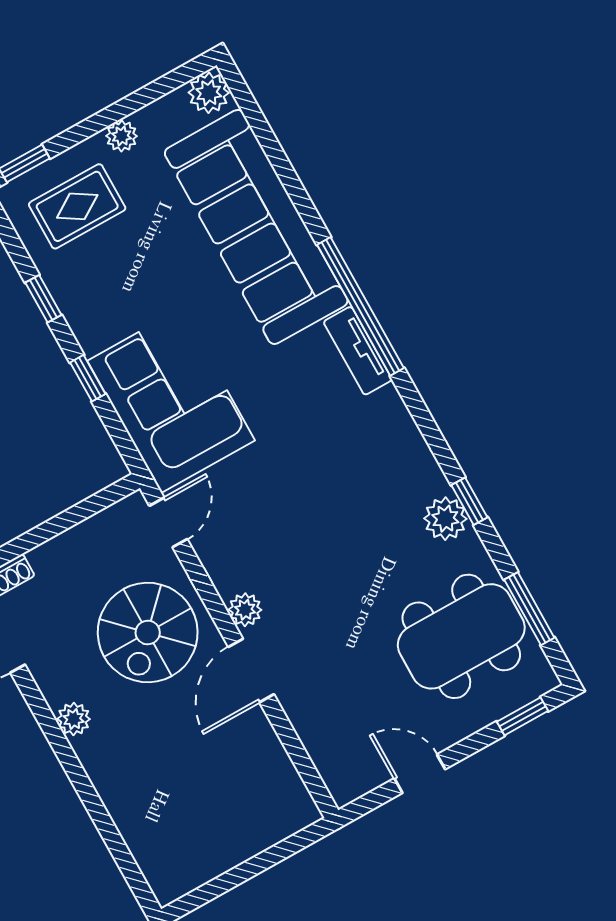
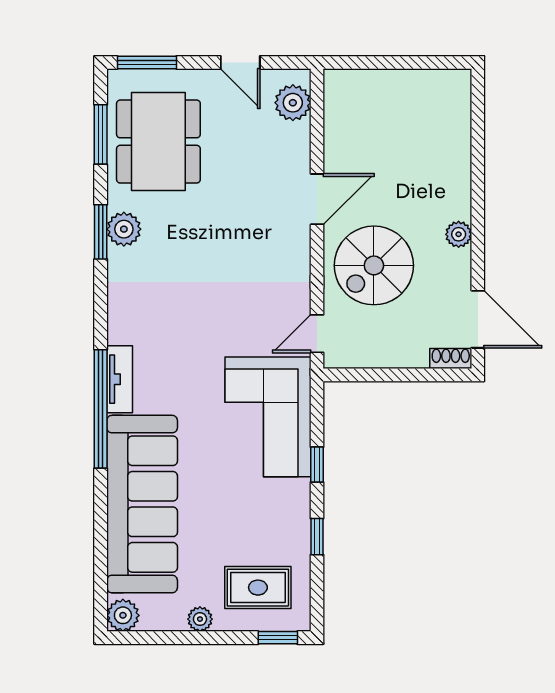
window: (469, 501) -> (101, 232), width x1.50
plant: (245, 610) -> (293, 103), moved, width x1.38, depth x1.38
spiral stairs: (148, 633) -> (374, 265), turned 180
dining table: (461, 636) -> (158, 142), turned 90
window: (523, 716) -> (147, 63), width x1.50

